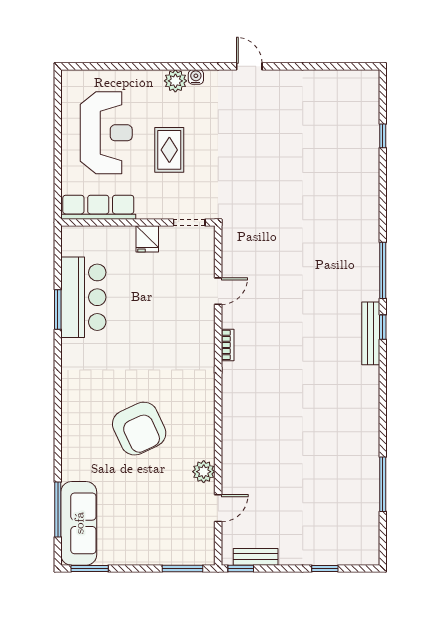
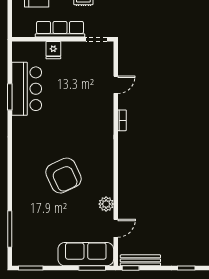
row of seats: (98, 207) -> (60, 29), moved
fridge: (147, 239) -> (53, 50), moved
sofa: (79, 523) -> (86, 254), moved, turned -90
bench: (256, 557) -> (140, 260), width x1.36

